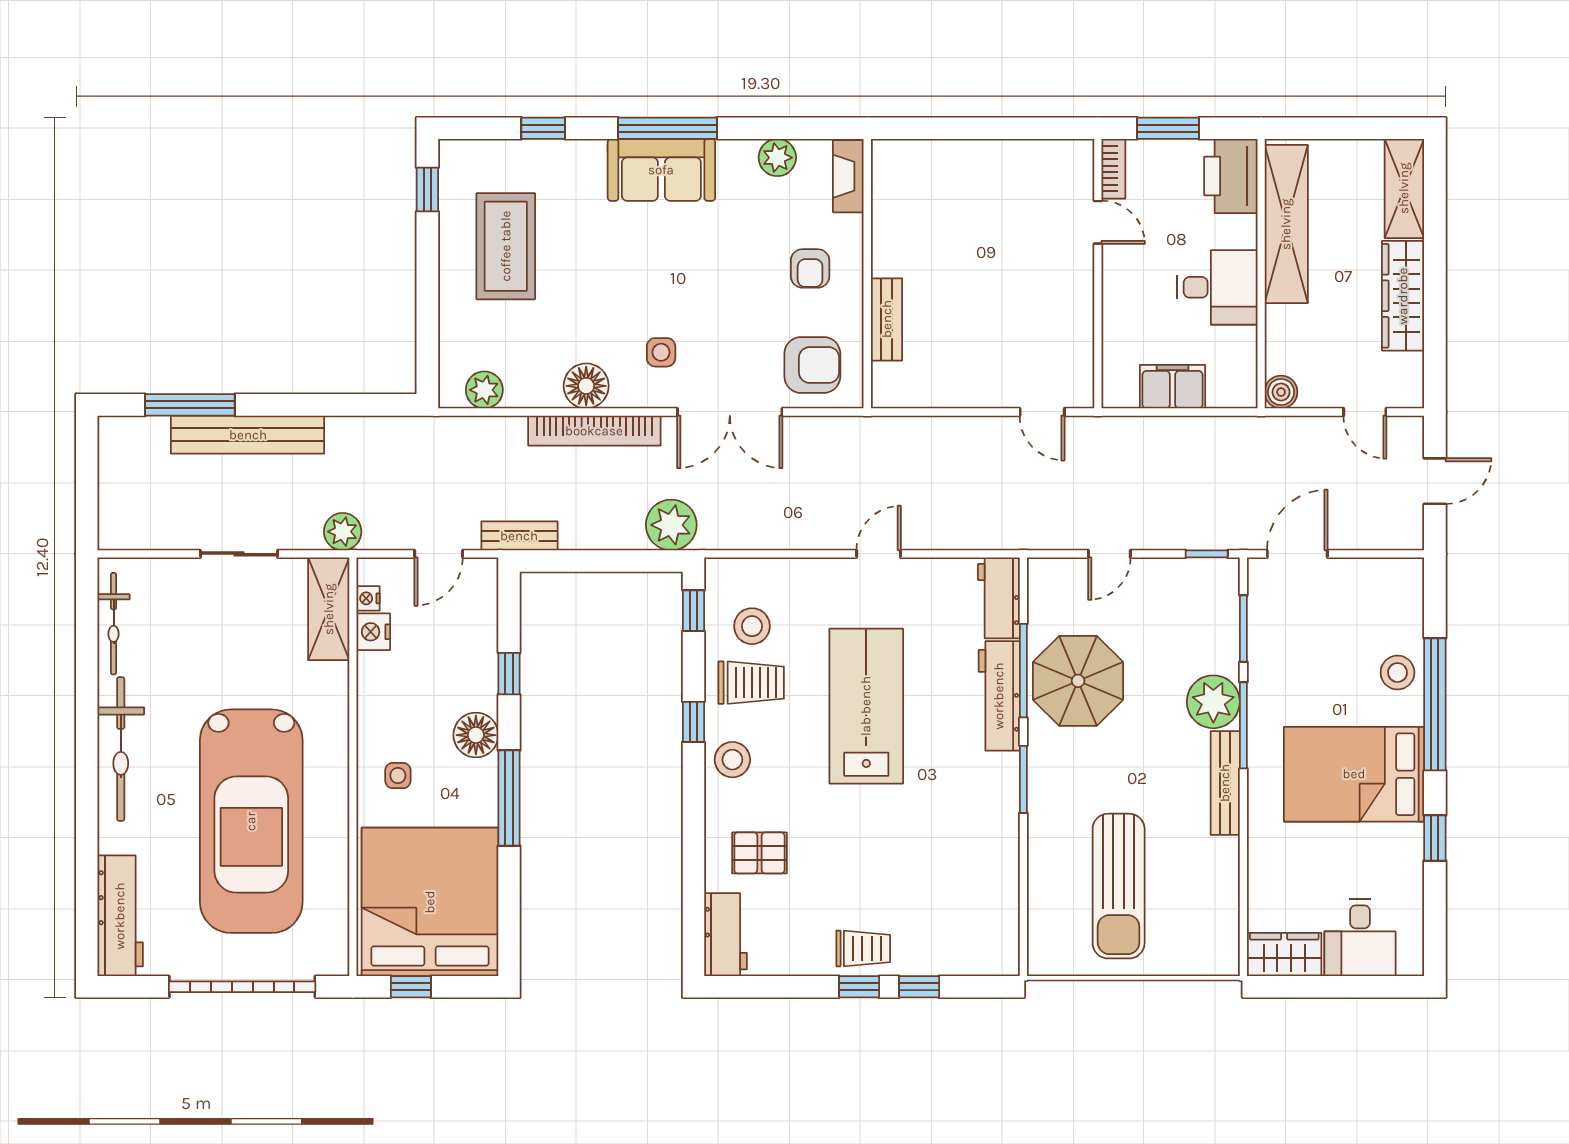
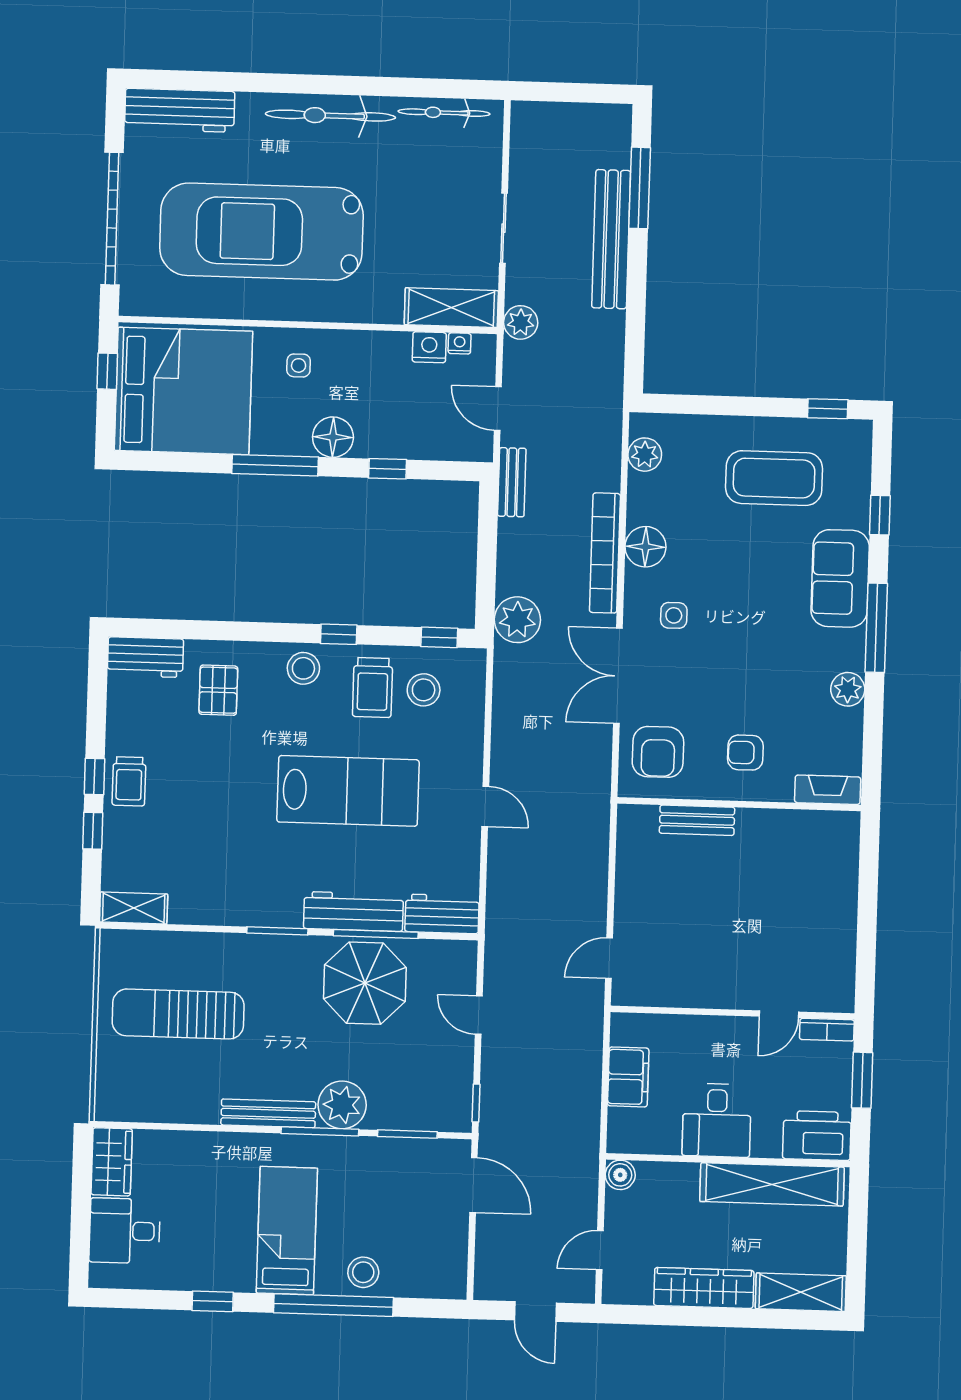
plant: (777, 158) -> (848, 689), moved
sofa: (661, 170) -> (840, 578), moved
bed: (1354, 774) -> (287, 1231), width x0.67
shelving: (1003, 939) -> (134, 908), added

